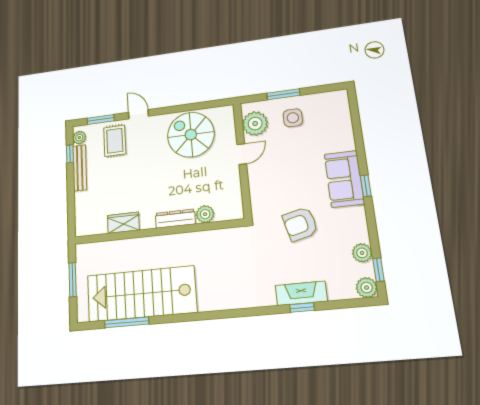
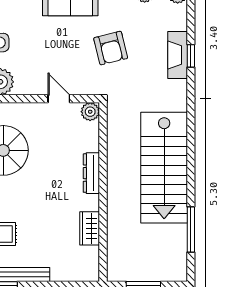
door: (242, 154) -> (59, 99), moved
plant: (205, 214) -> (90, 112), moved
stairs: (141, 294) -> (164, 168), moved

